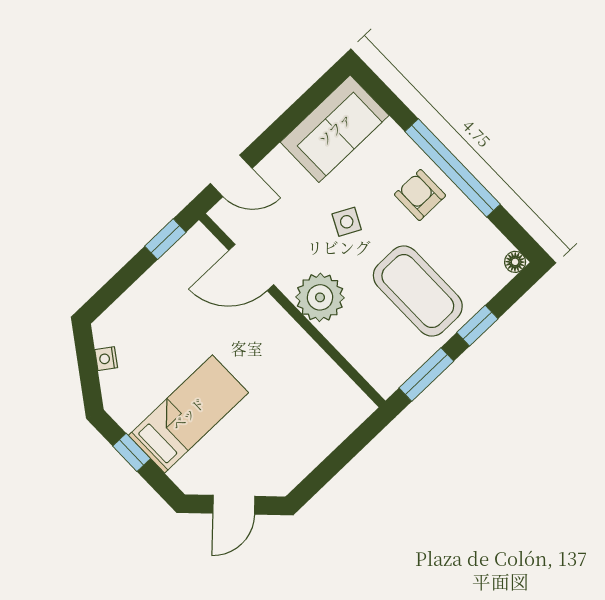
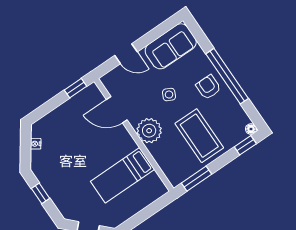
door: (231, 176) -> (126, 54), moved
window: (477, 326) -> (245, 145), moved
bed: (188, 414) -> (123, 175), moved, turned 180

